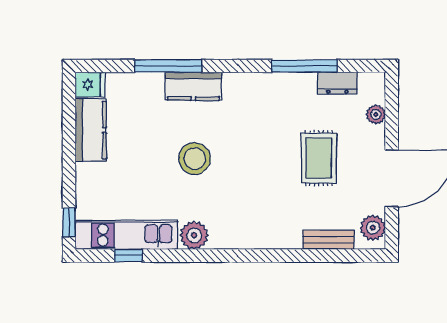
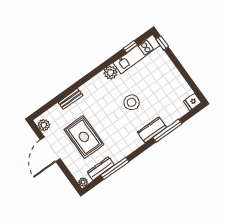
dresser: (337, 83) -> (101, 168), width x1.44
plant: (376, 114) -> (83, 182), moved
kitchen counter: (91, 130) -> (179, 85), removed
rug: (319, 158) -> (84, 137), width x1.36, depth x1.43
bench: (328, 240) -> (70, 99), moved

